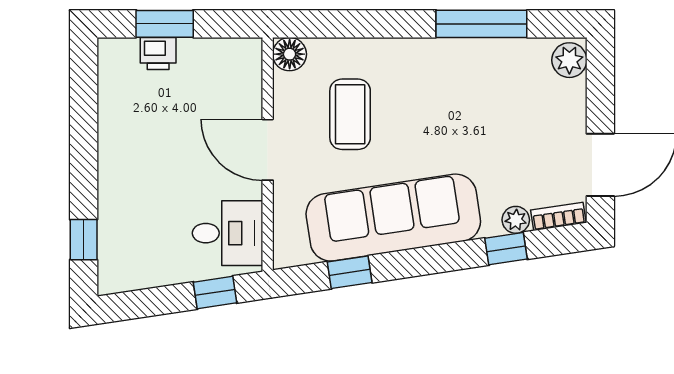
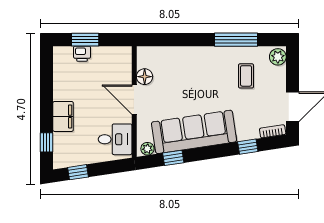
floor lamp: (290, 54) -> (145, 77), moved
coffee table: (350, 114) -> (246, 76), moved, width x0.73, depth x0.77
filing cabinet: (118, 185) -> (63, 116), added
plant: (516, 220) -> (147, 149), moved
window: (215, 292) -> (78, 172), moved

